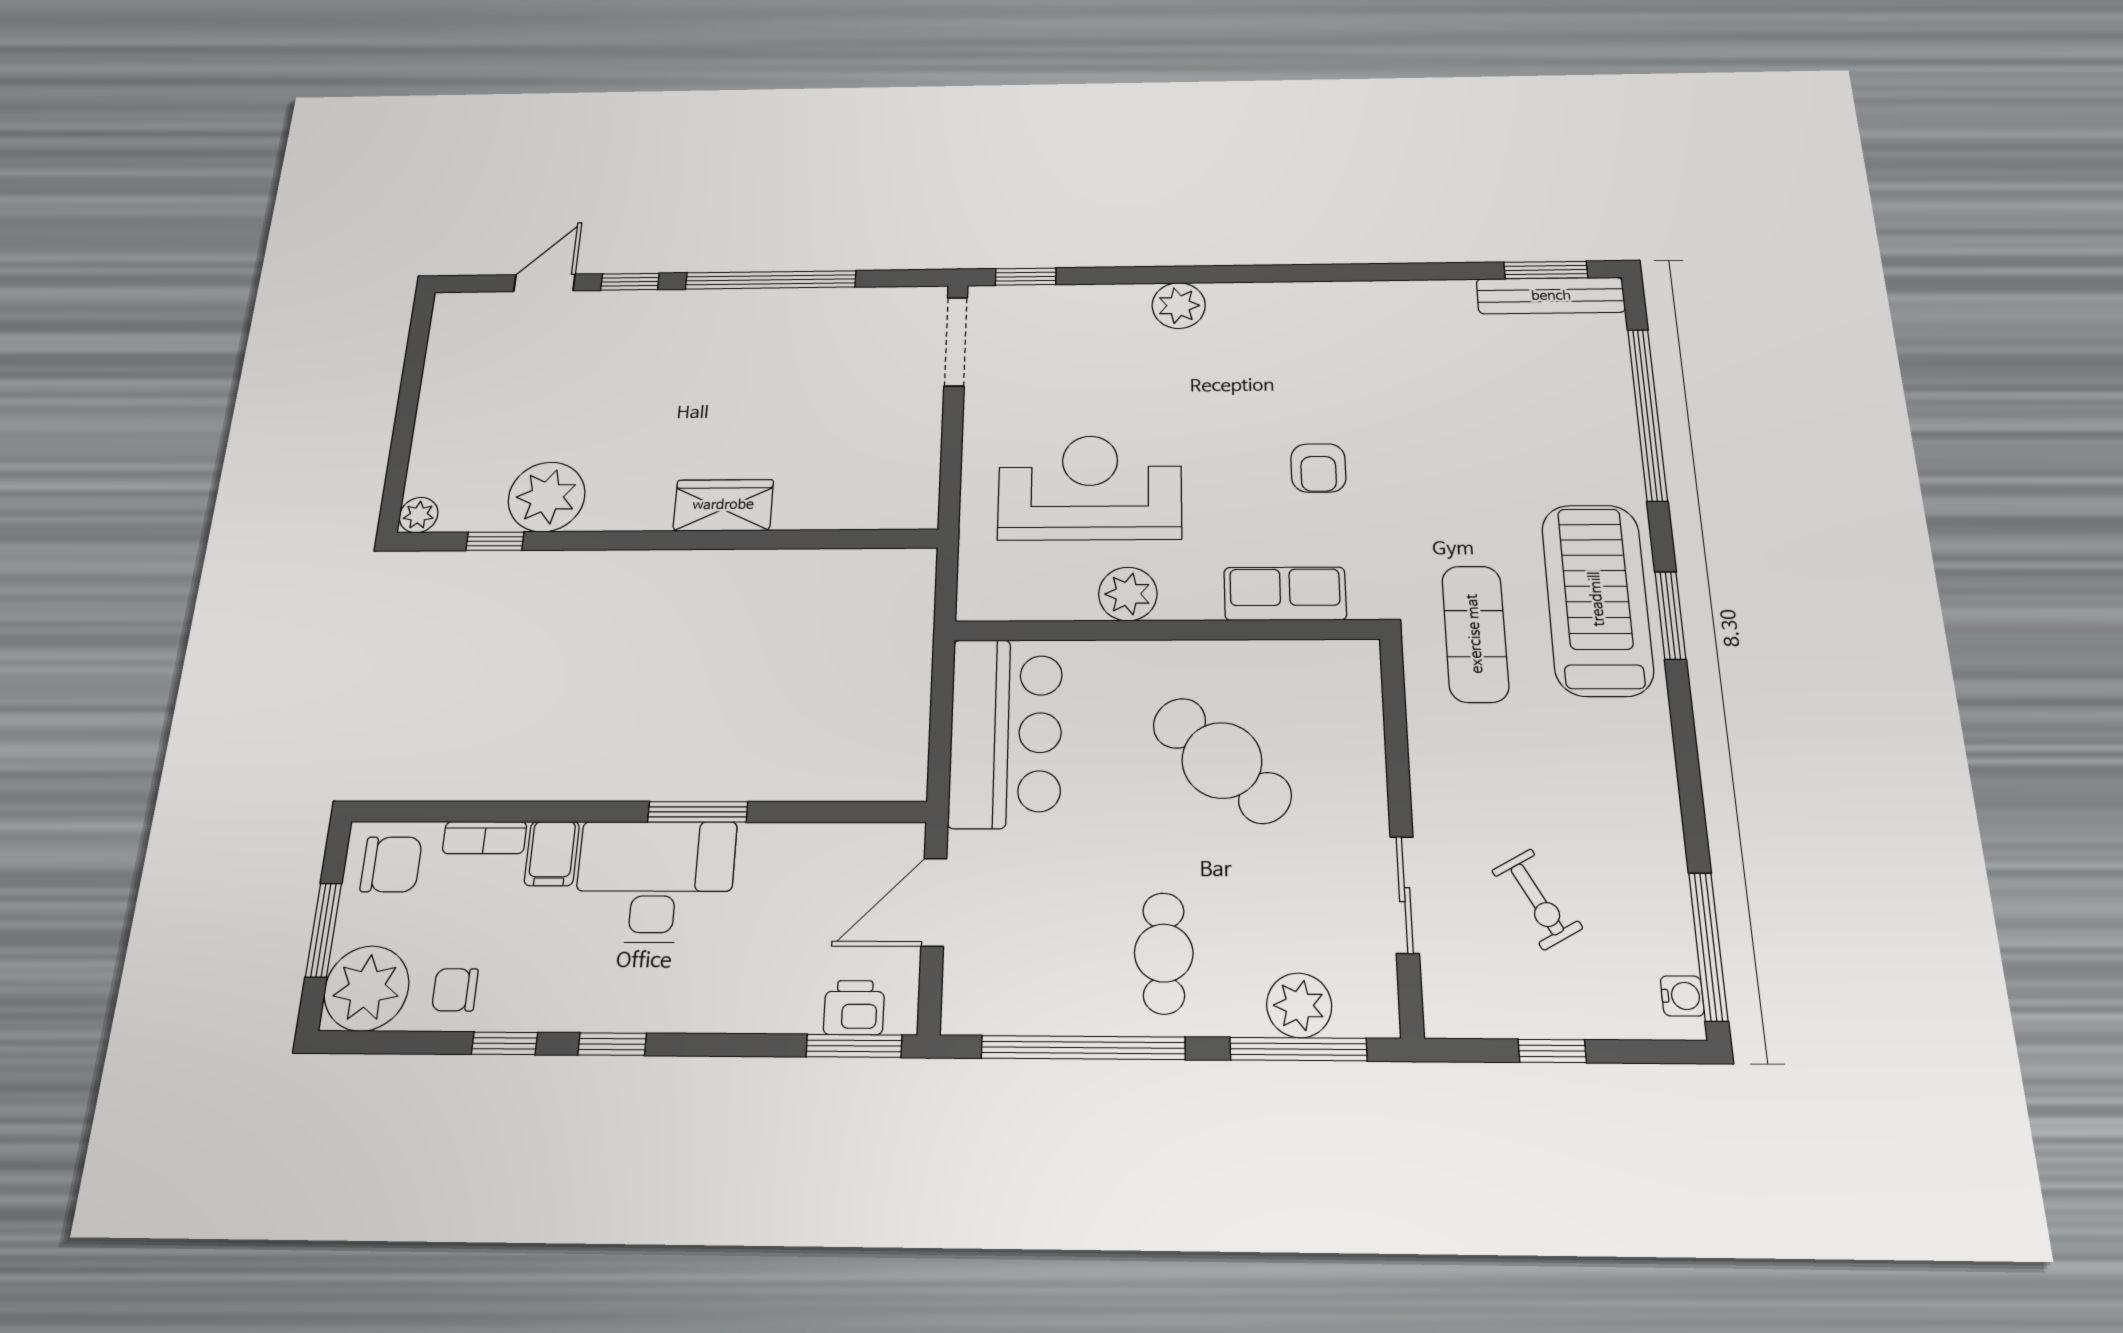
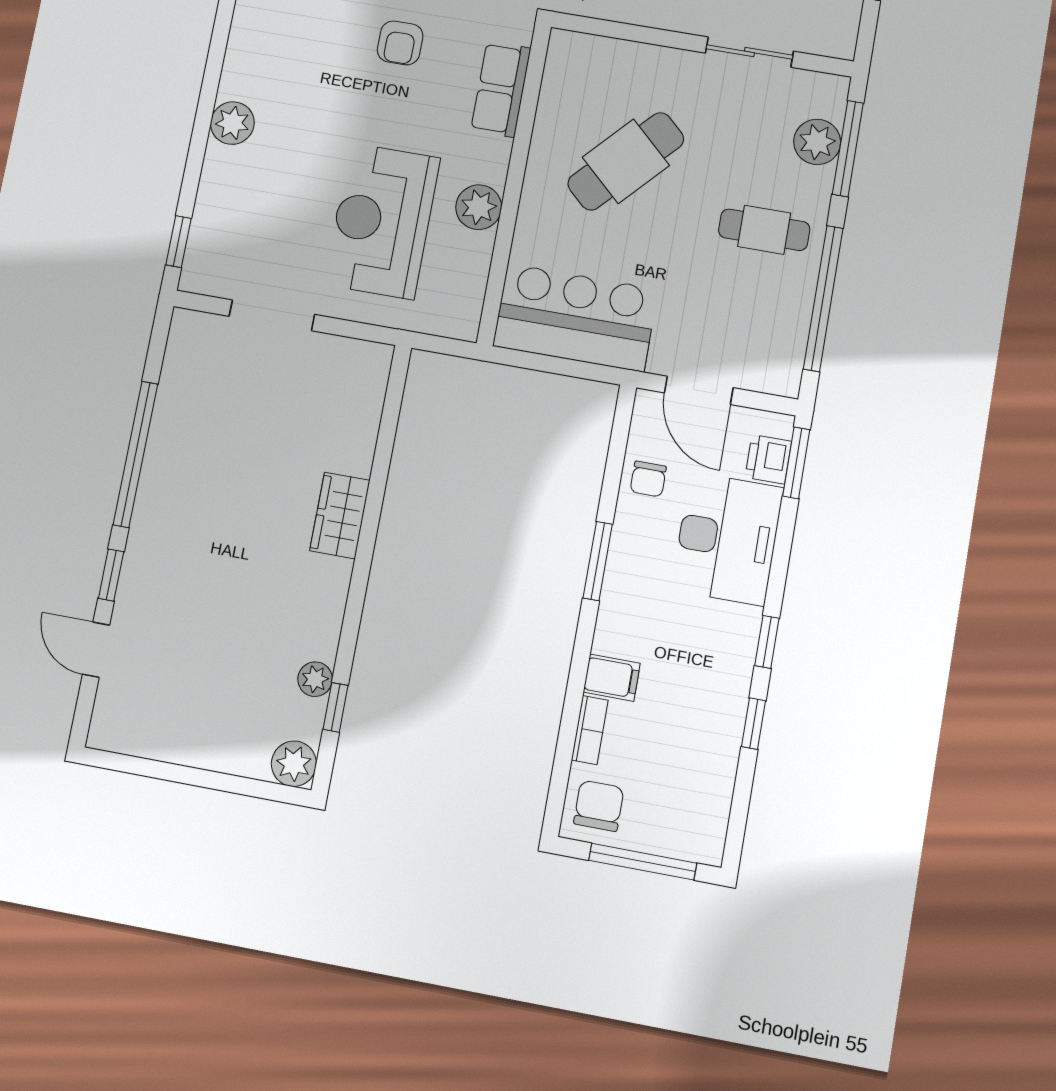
doorway: (956, 342) -> (272, 315), moved
armchair: (1318, 468) -> (400, 43), turned 90
plant: (547, 497) -> (315, 679), width x0.53, depth x0.53
plant: (419, 515) -> (294, 764), width x1.38, depth x1.38
desk: (655, 882) -> (727, 539), moved, turned 180
window: (324, 930) -> (643, 862), width x1.44
plant: (367, 988) -> (694, 829), removed
chair: (455, 990) -> (648, 479), moved

